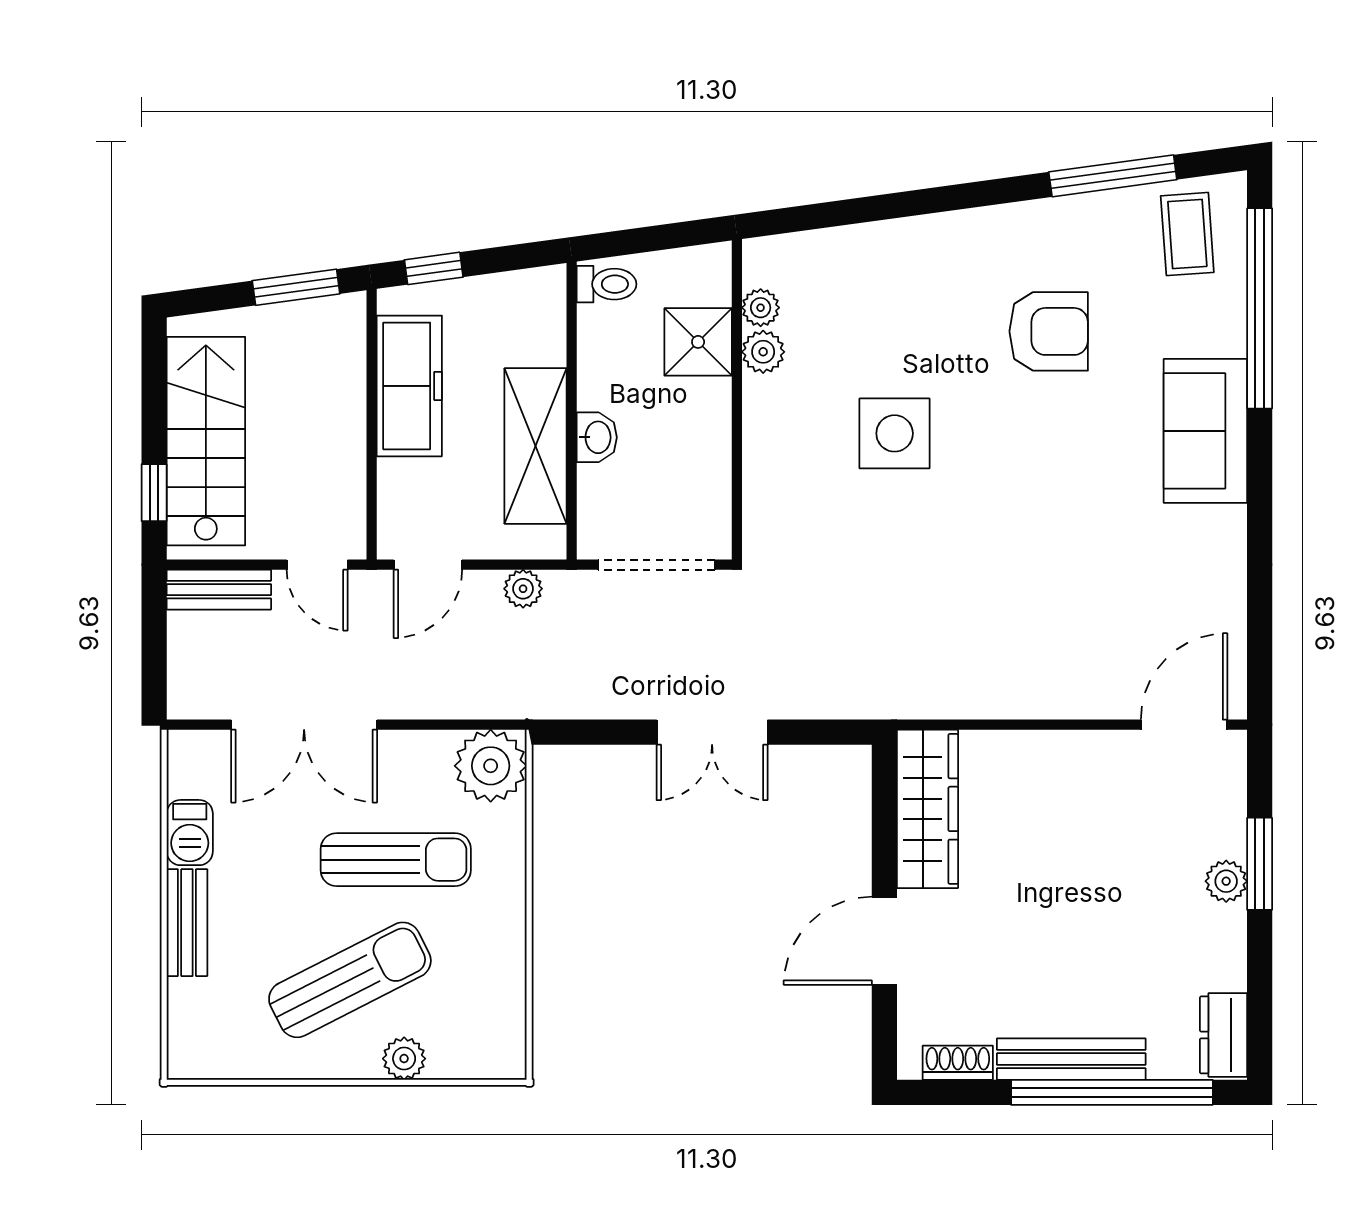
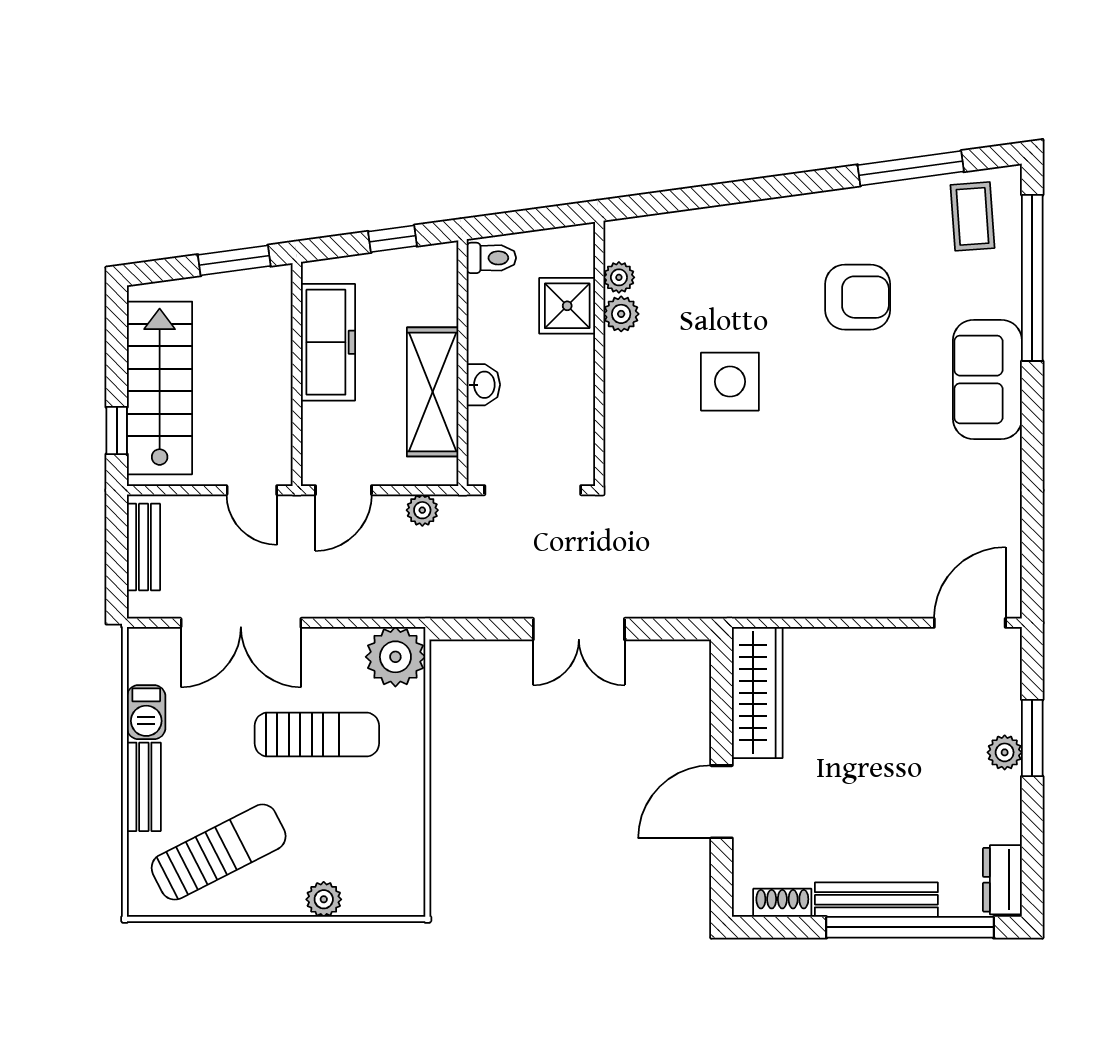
window: (434, 268) -> (393, 239), moved
bench: (219, 590) -> (144, 547), moved, turned 90
sun lounger: (350, 980) -> (219, 852), moved

